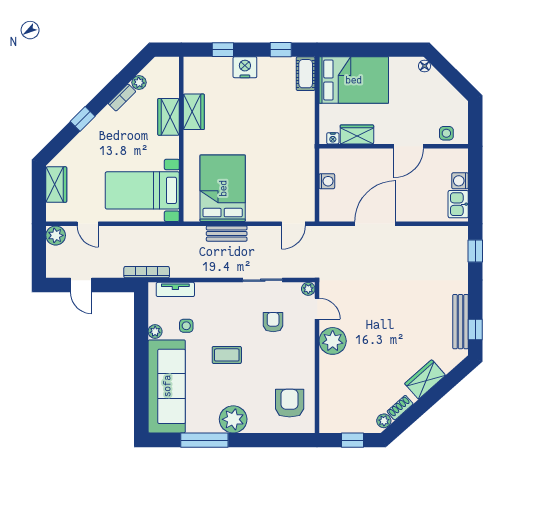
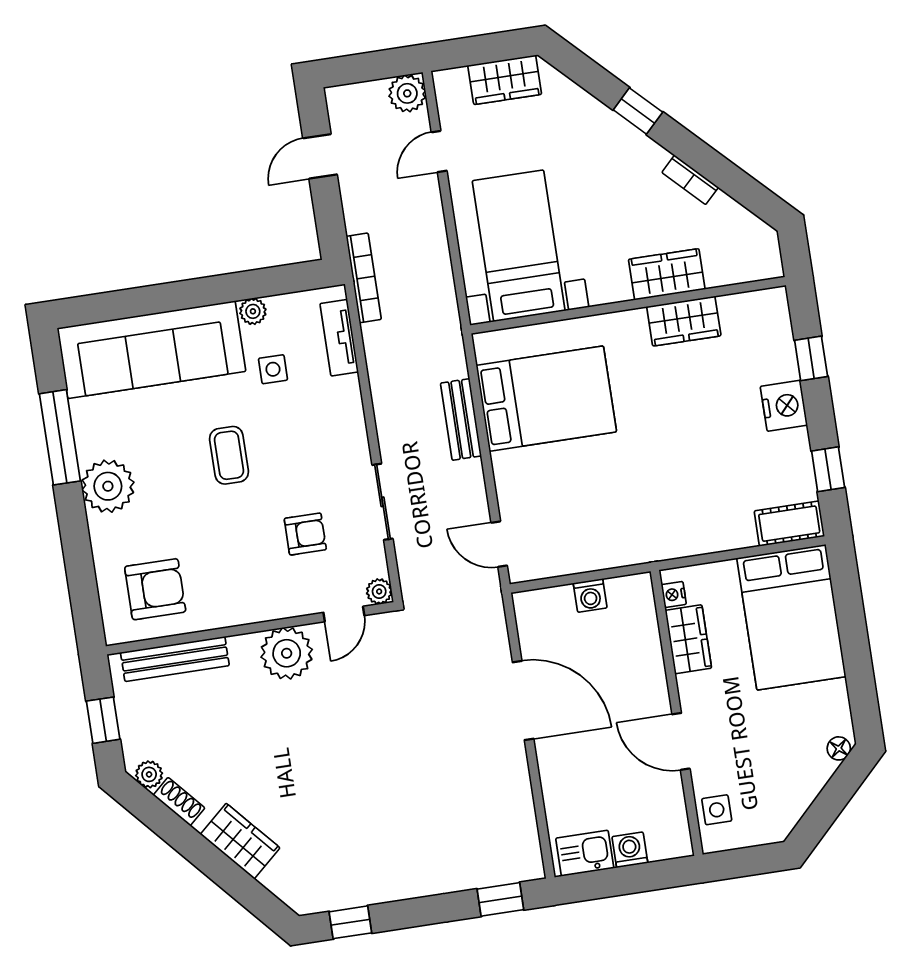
plant: (139, 83) -> (724, 208), removed
bench: (461, 322) -> (175, 659), moved

